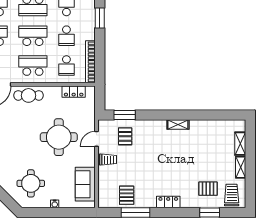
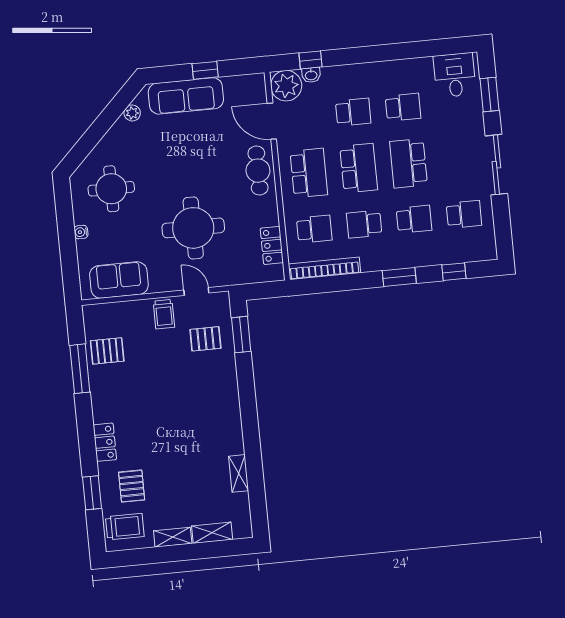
school desk: (66, 66) -> (314, 229), turned 180
shelving: (178, 124) -> (239, 473), moved
locker: (168, 202) -> (105, 442), moved

